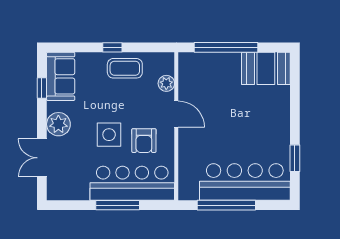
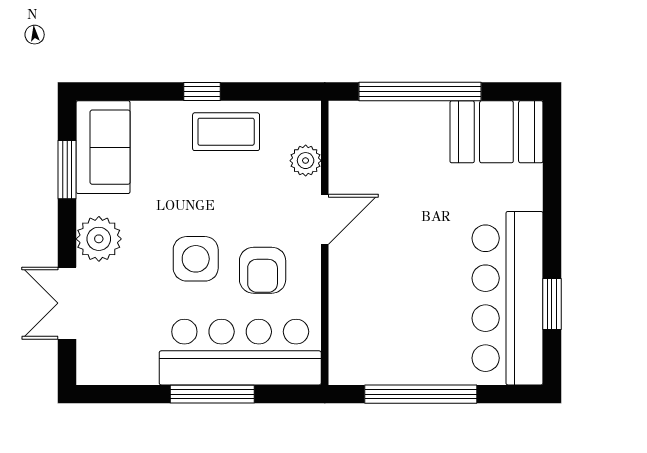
window: (42, 88) -> (67, 170), width x1.50
door: (176, 114) -> (325, 219), hinge flipped
bar counter: (245, 182) -> (508, 298), moved, turned -90

